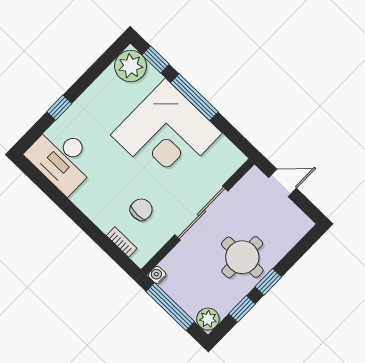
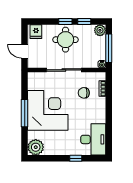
window: (156, 60) -> (25, 140), removed
fridge: (295, 226) -> (36, 32), added

